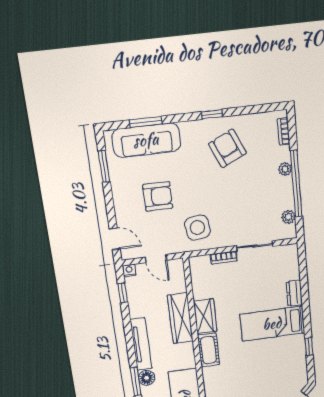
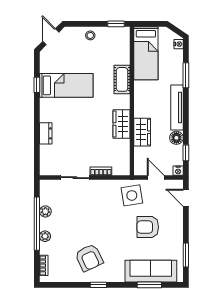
plant: (288, 217) -> (45, 211), moved
side table: (197, 228) -> (132, 195), moved
wardrobe: (180, 318) -> (142, 132), width x0.67
bed: (272, 324) -> (66, 85), moved
cot: (209, 350) -> (122, 79), moved
floor lamp: (147, 378) -> (176, 138), moved

